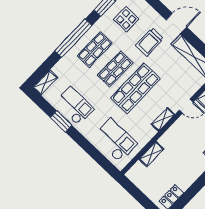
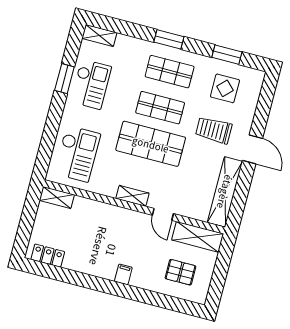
window: (73, 38) -> (169, 39), width x0.47
shelving: (151, 154) -> (57, 197), moved

